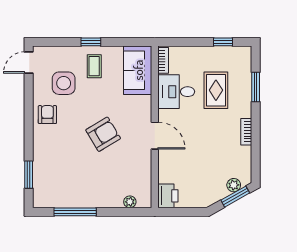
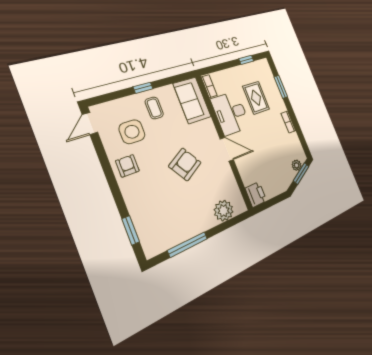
desk: (176, 92) -> (231, 113), width x1.37
plant: (130, 202) -> (224, 211), width x1.87, depth x1.87

